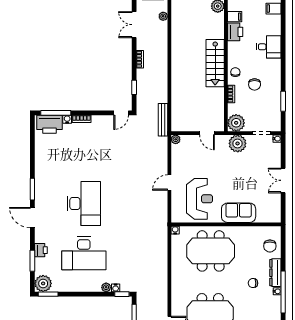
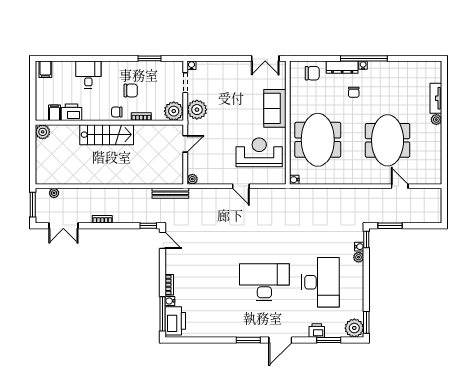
window: (134, 87) -> (148, 226), moved
double door: (283, 180) -> (265, 58), moved

